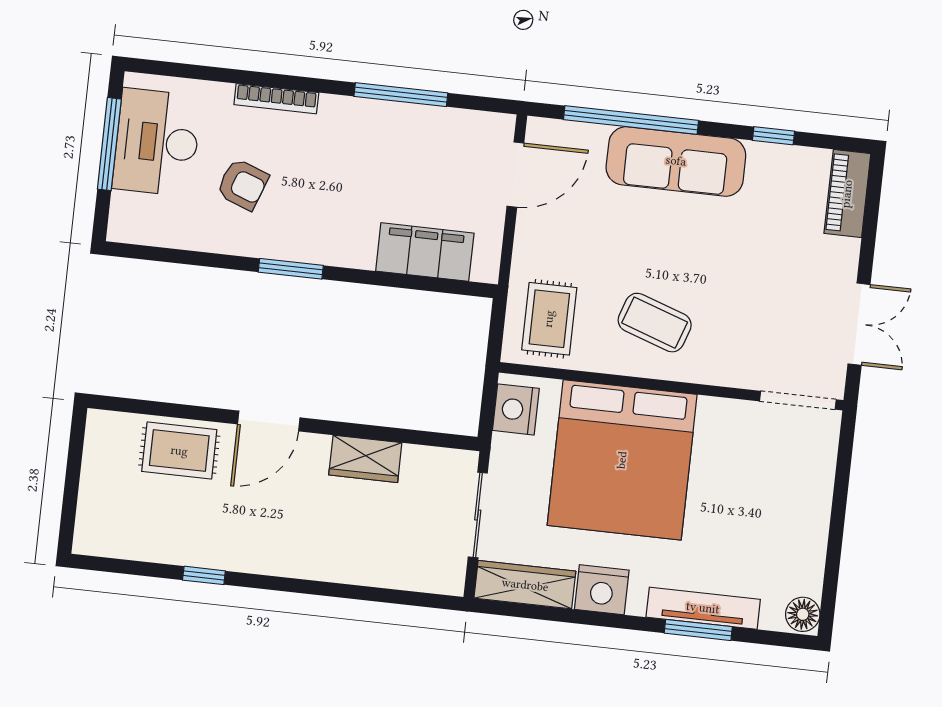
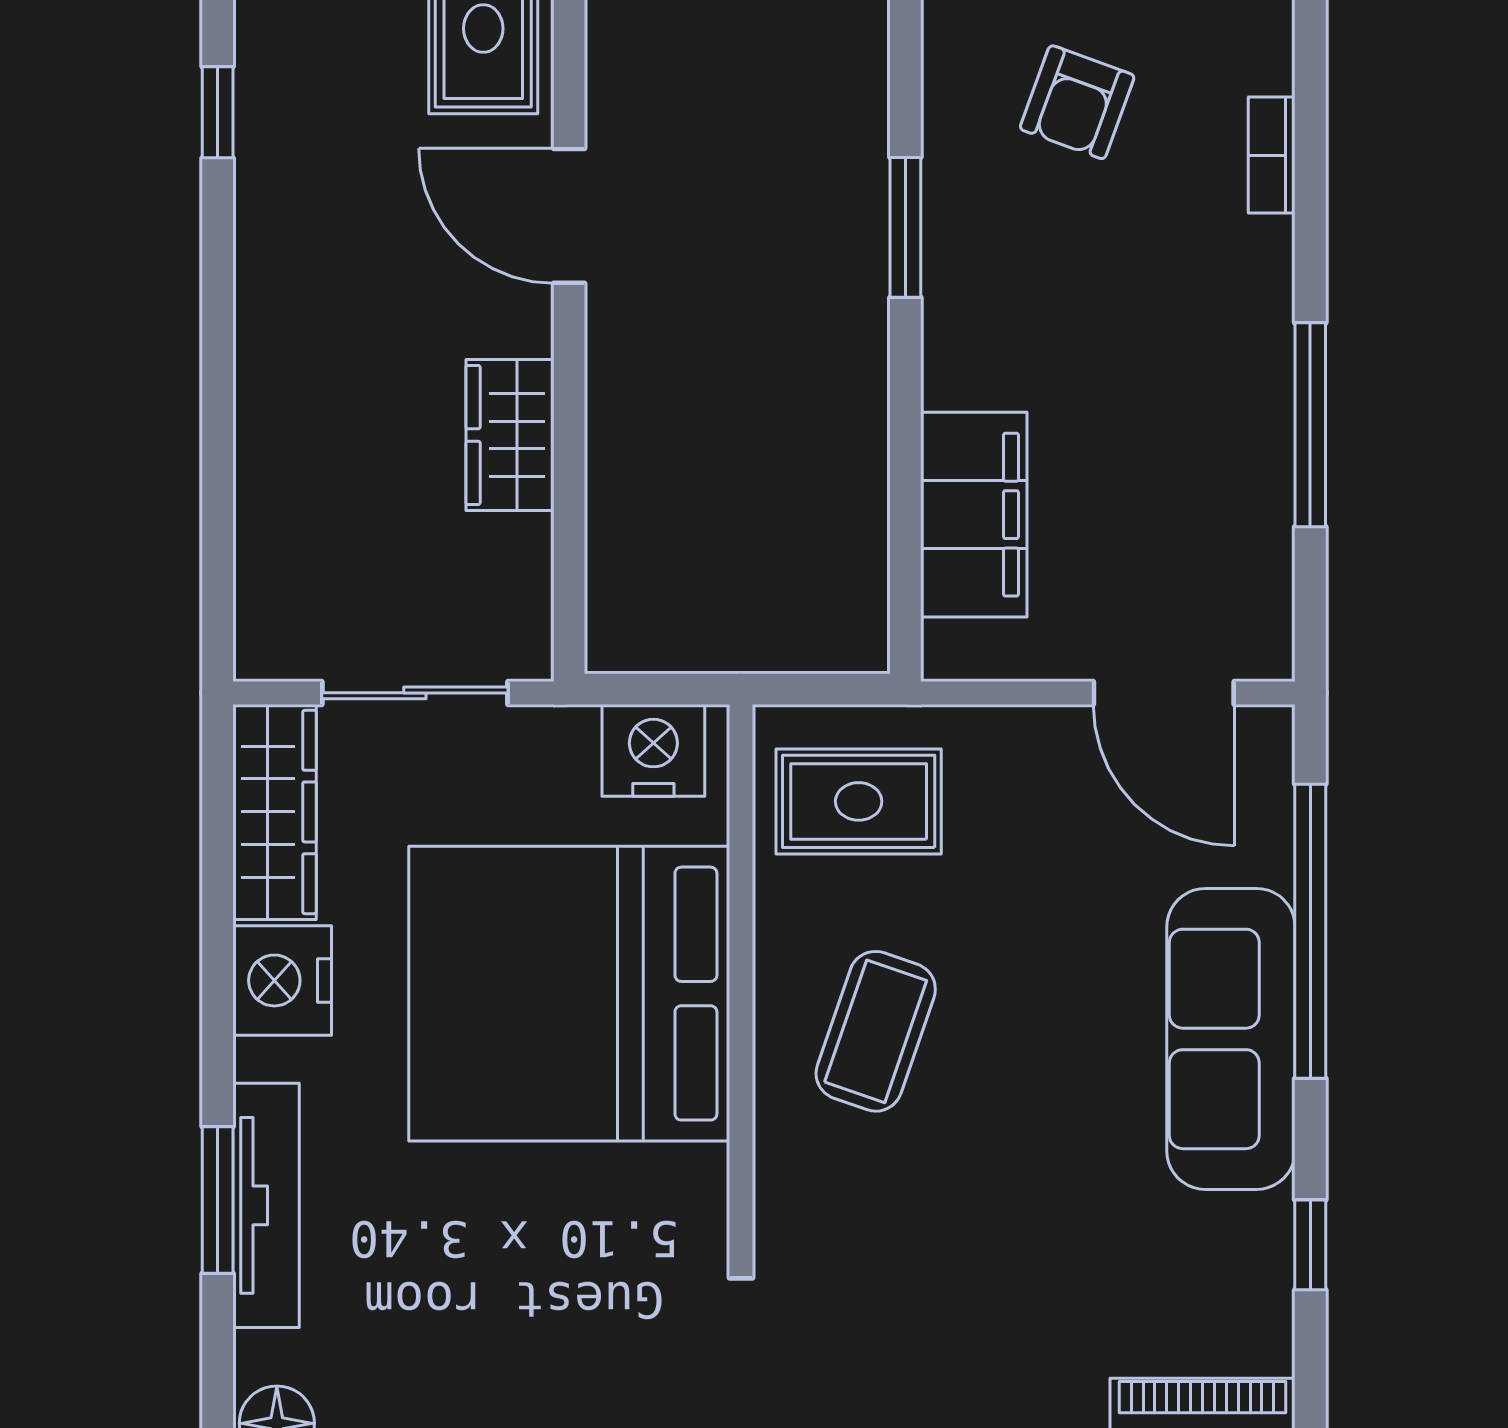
bookcase: (276, 99) -> (1272, 155), width x0.64

